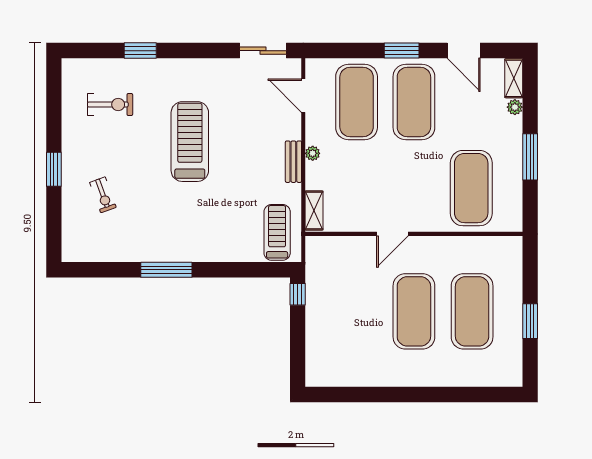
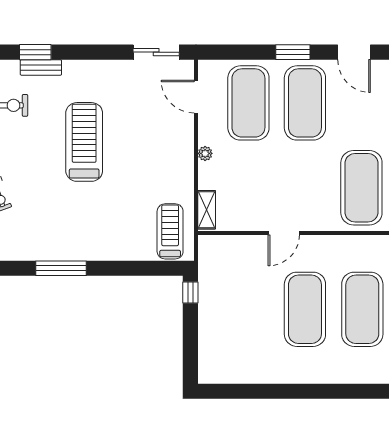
bench: (293, 162) -> (41, 67), moved, turned 90

